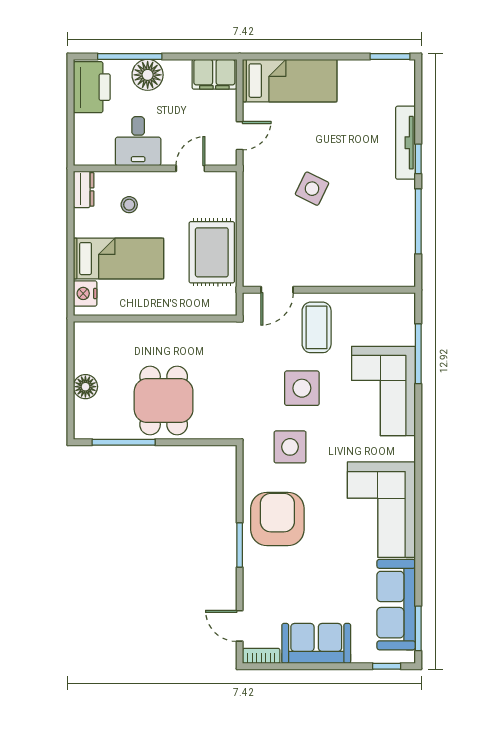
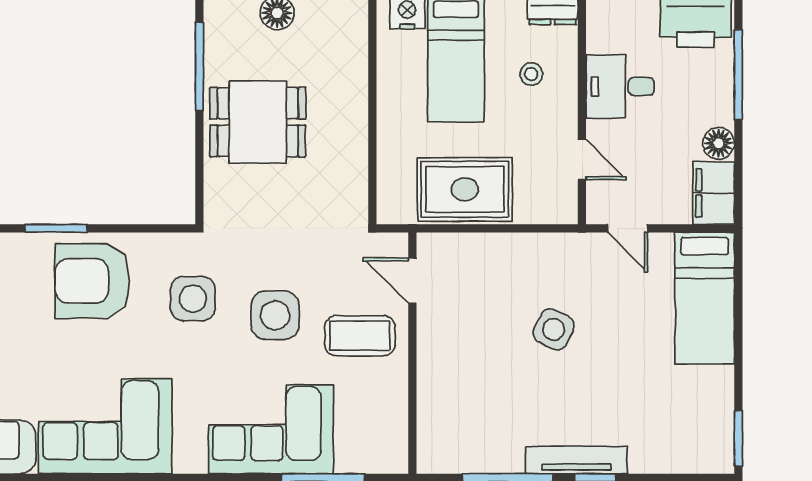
floor lamp: (148, 75) -> (718, 143), moved, width x0.73, depth x0.73
tv unit: (406, 143) -> (577, 460), moved
armchair: (277, 519) -> (92, 281), turned 180

